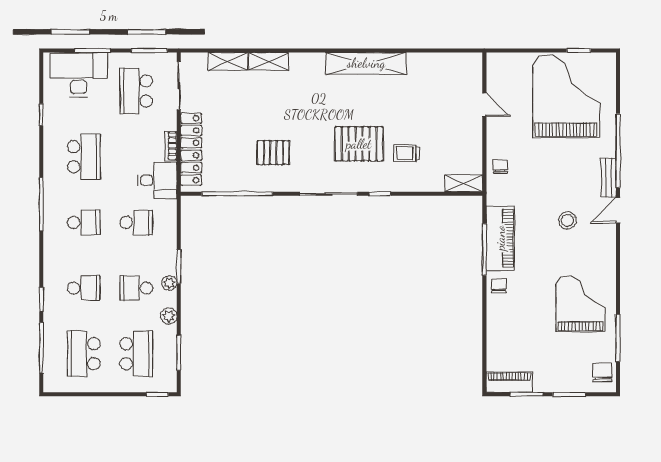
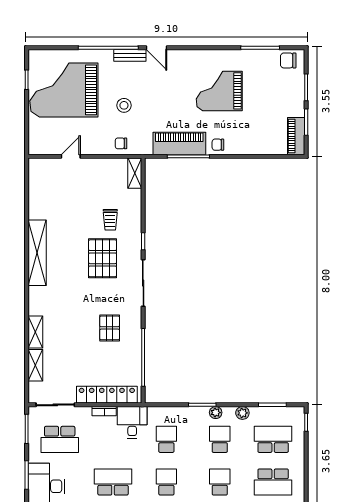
stool: (567, 220) -> (124, 105), moved
school desk: (136, 288) -> (220, 439), turned 180
grand piano: (580, 304) -> (219, 91), moved

